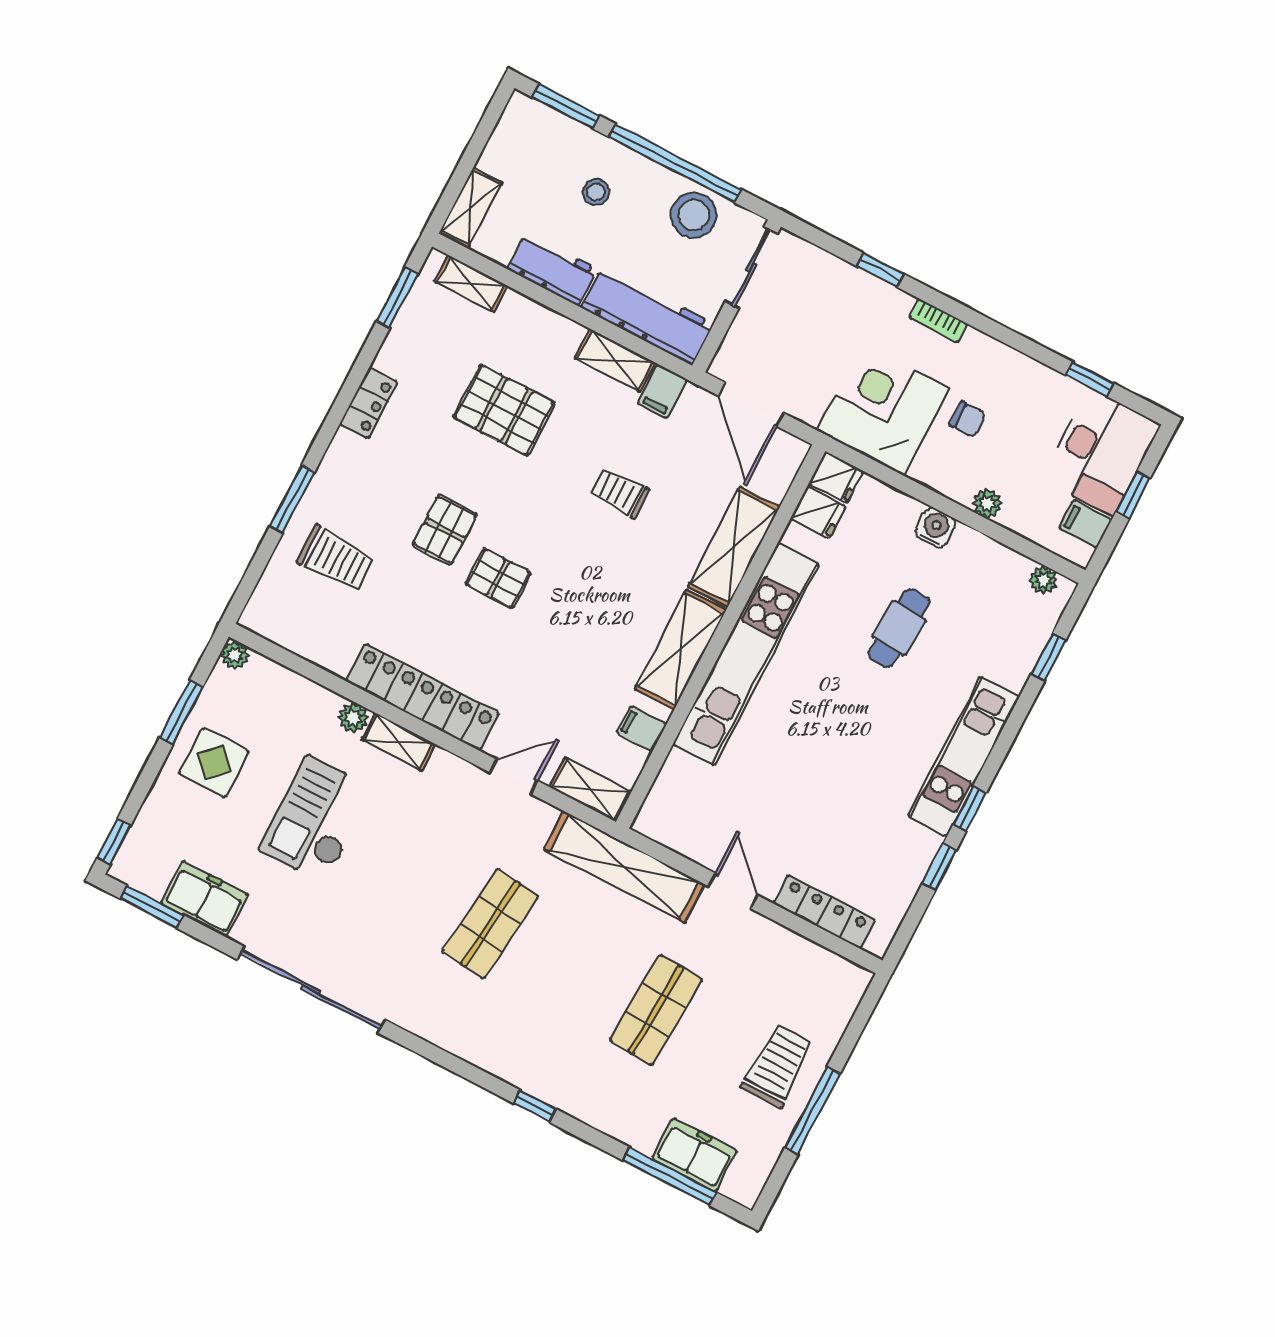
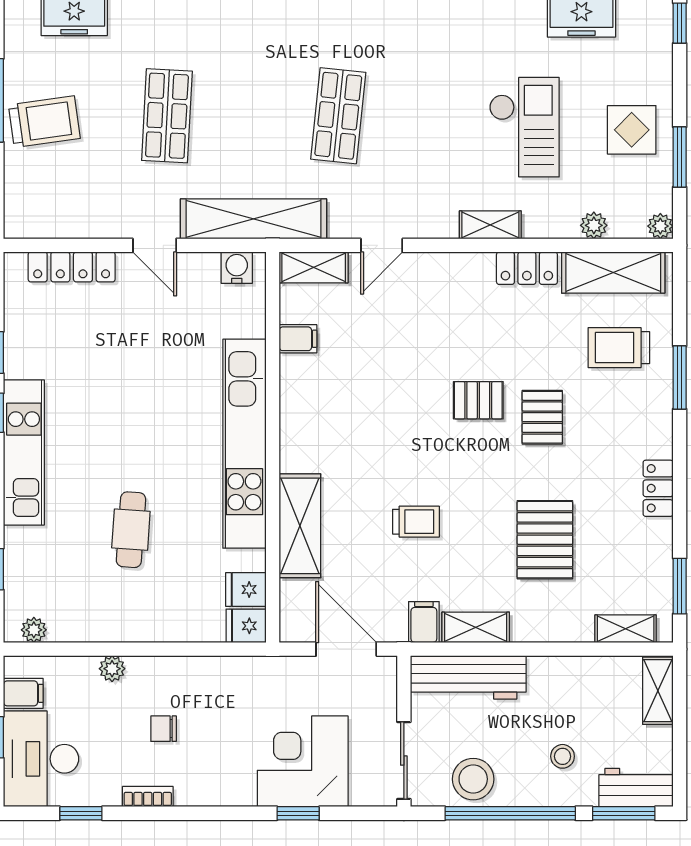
workbench: (552, 269) -> (636, 788), moved, turned 180
bookcase: (938, 321) -> (148, 797), moved
corner desk: (883, 409) -> (303, 761), moved, turned 180
pallet: (504, 410) -> (545, 540), turned 90
water cooler: (935, 528) -> (237, 268), moved, turned 180
shelving: (680, 649) -> (613, 273), moved, turned 90
locker: (422, 697) -> (527, 268), width x0.46, depth x0.83
plant: (353, 718) -> (594, 225), moved
trolley: (778, 1066) -> (44, 122), turned -98

